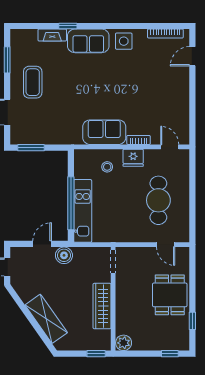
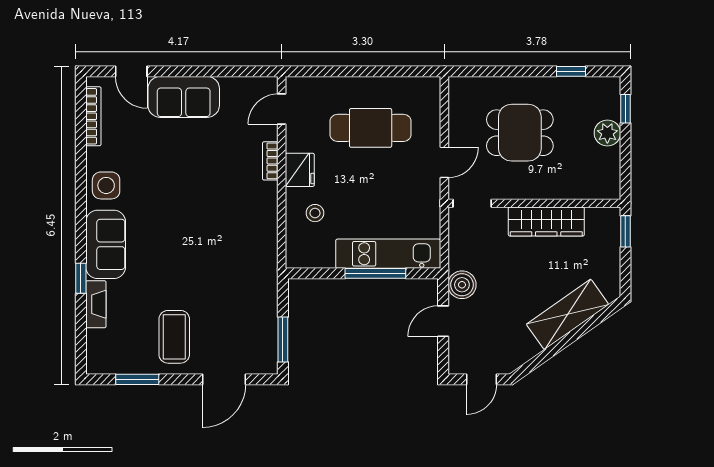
coffee table: (33, 82) -> (174, 337), turned 90
sofa: (104, 132) -> (184, 97), moved, turned -90
window: (71, 203) -> (375, 273), width x0.68
door: (42, 244) -> (443, 321), hinge flipped
door: (166, 245) -> (444, 162), moved
dining table: (170, 295) -> (520, 133), moved
plant: (124, 343) -> (607, 133), moved

